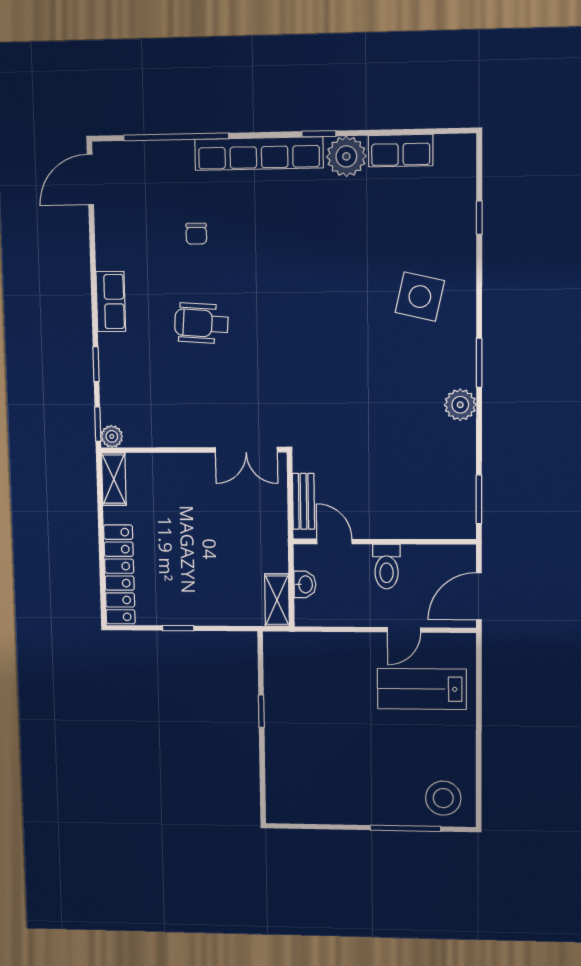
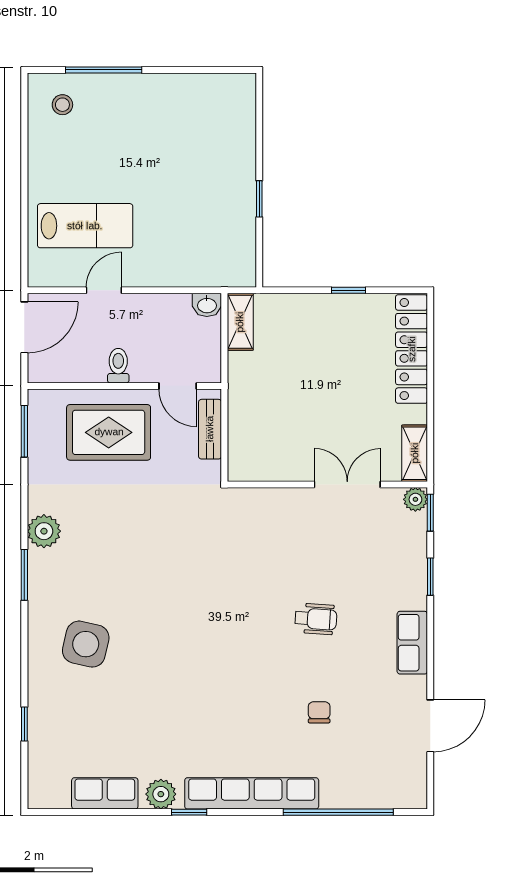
plant: (346, 156) -> (161, 794), width x0.73, depth x0.73
door: (90, 180) -> (430, 726), moved
wheelchair: (201, 323) -> (316, 619), width x0.73, depth x0.73
double door: (246, 450) -> (347, 485), moved
rug: (399, 498) -> (109, 432), added
toilet: (386, 567) -> (118, 366), width x0.73, depth x0.72
washbasin: (305, 584) -> (207, 305), moved, turned -90
stool: (443, 798) -> (62, 105), width x0.53, depth x0.53

